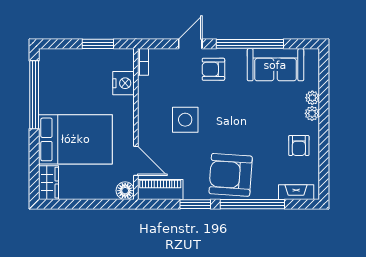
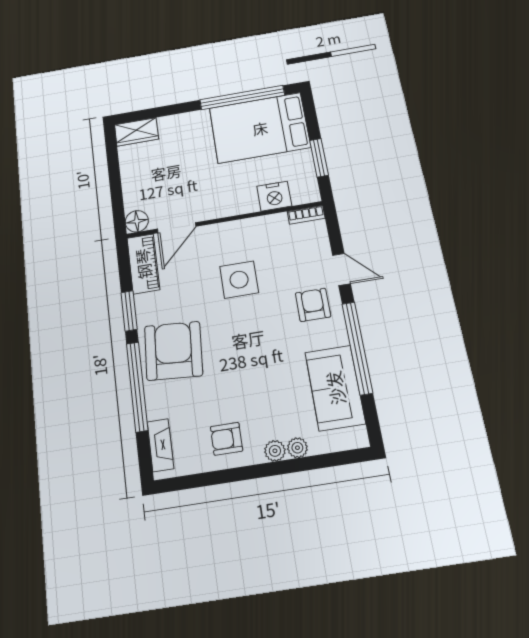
bed: (75, 139) -> (260, 128), moved, turned 90

